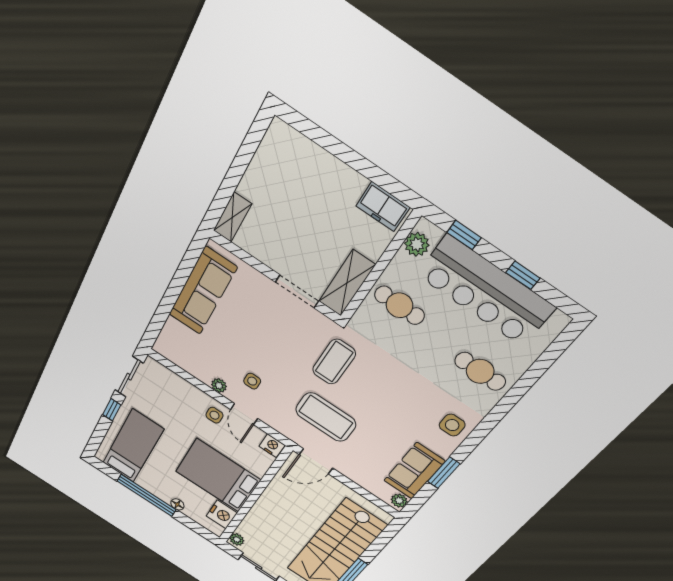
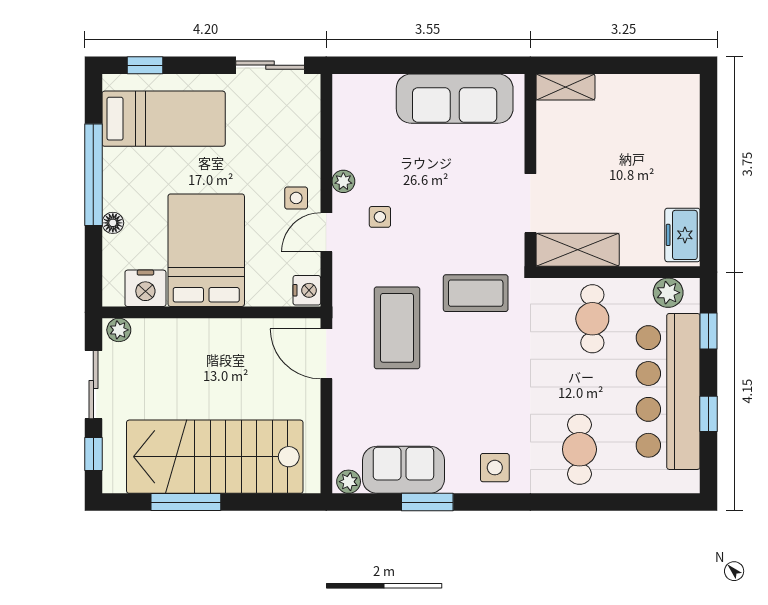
window: (112, 410) -> (145, 65), moved

